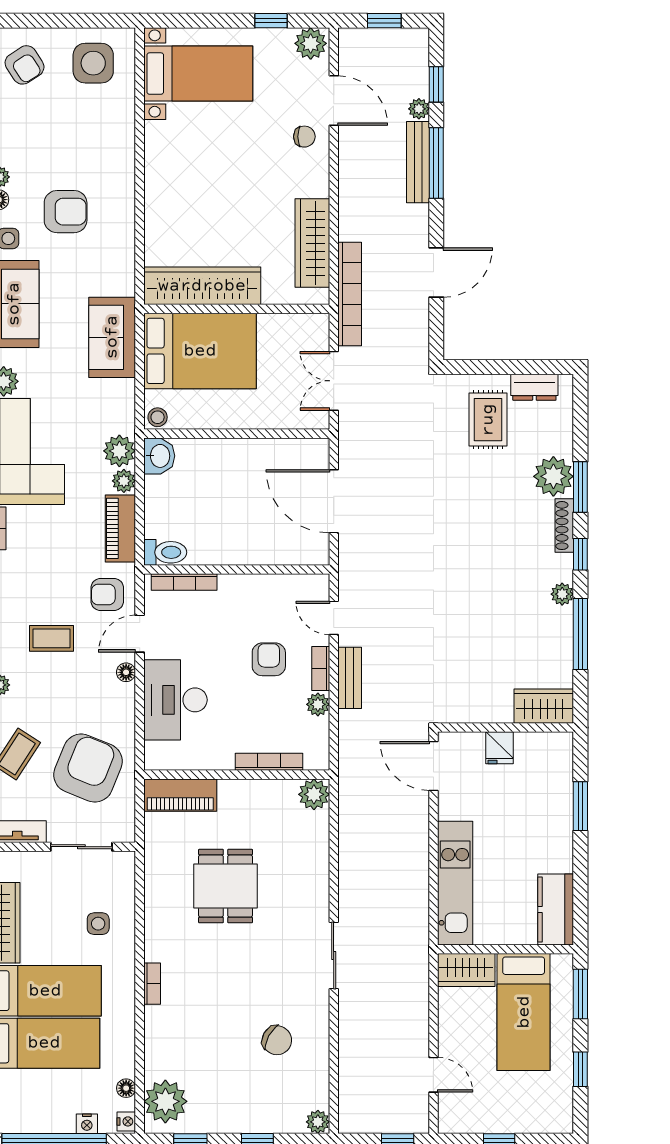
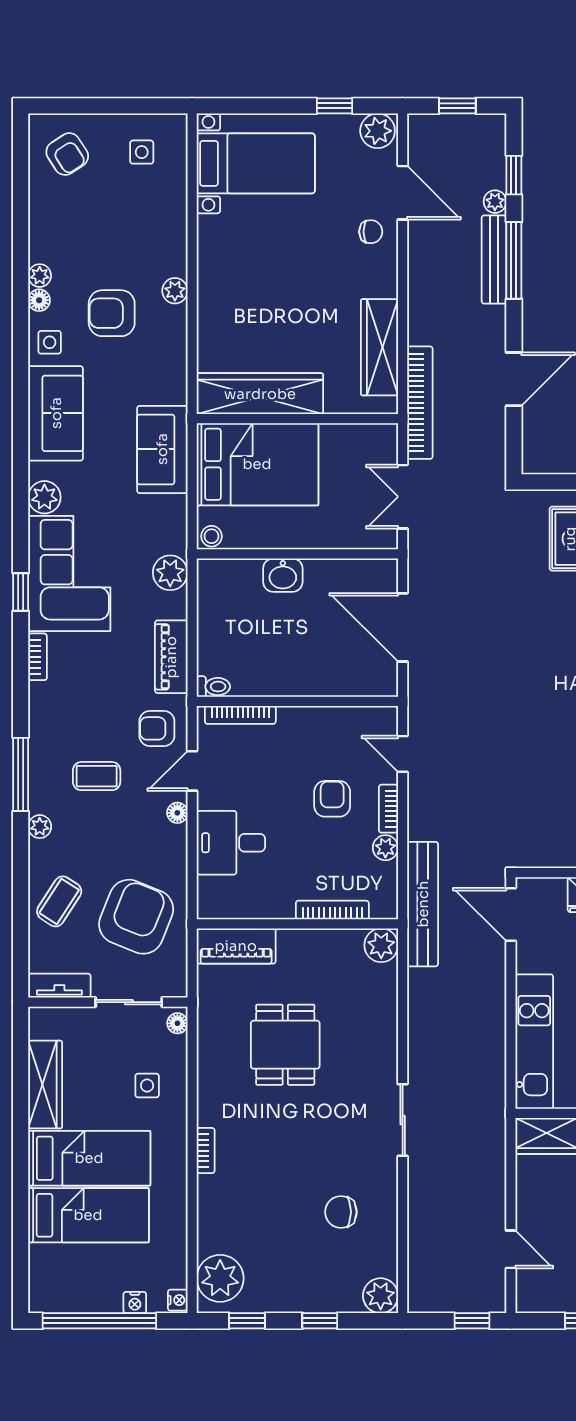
side table: (93, 63) -> (142, 152), width x0.54, depth x0.54
armchair: (66, 212) -> (112, 313), turned 180
washbasin: (159, 456) -> (283, 575), moved, turned 90
plant: (124, 481) -> (175, 291), moved
toilet: (165, 552) -> (213, 687), width x0.73, depth x0.72
bench: (350, 678) -> (423, 904), moved, width x1.86, depth x1.21
desk: (175, 700) -> (231, 843), width x0.73
chair: (277, 1040) -> (341, 1212), turned 151
floor lamp: (126, 1088) -> (177, 1023), moved
plant: (318, 1122) -> (381, 1296), width x1.38, depth x1.38

